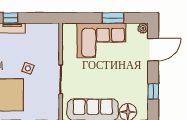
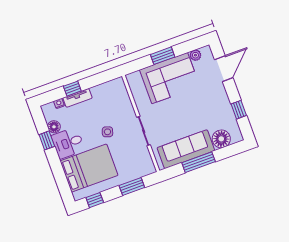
window: (113, 18) -> (163, 56), moved
plant: (143, 28) -> (195, 55), moved

